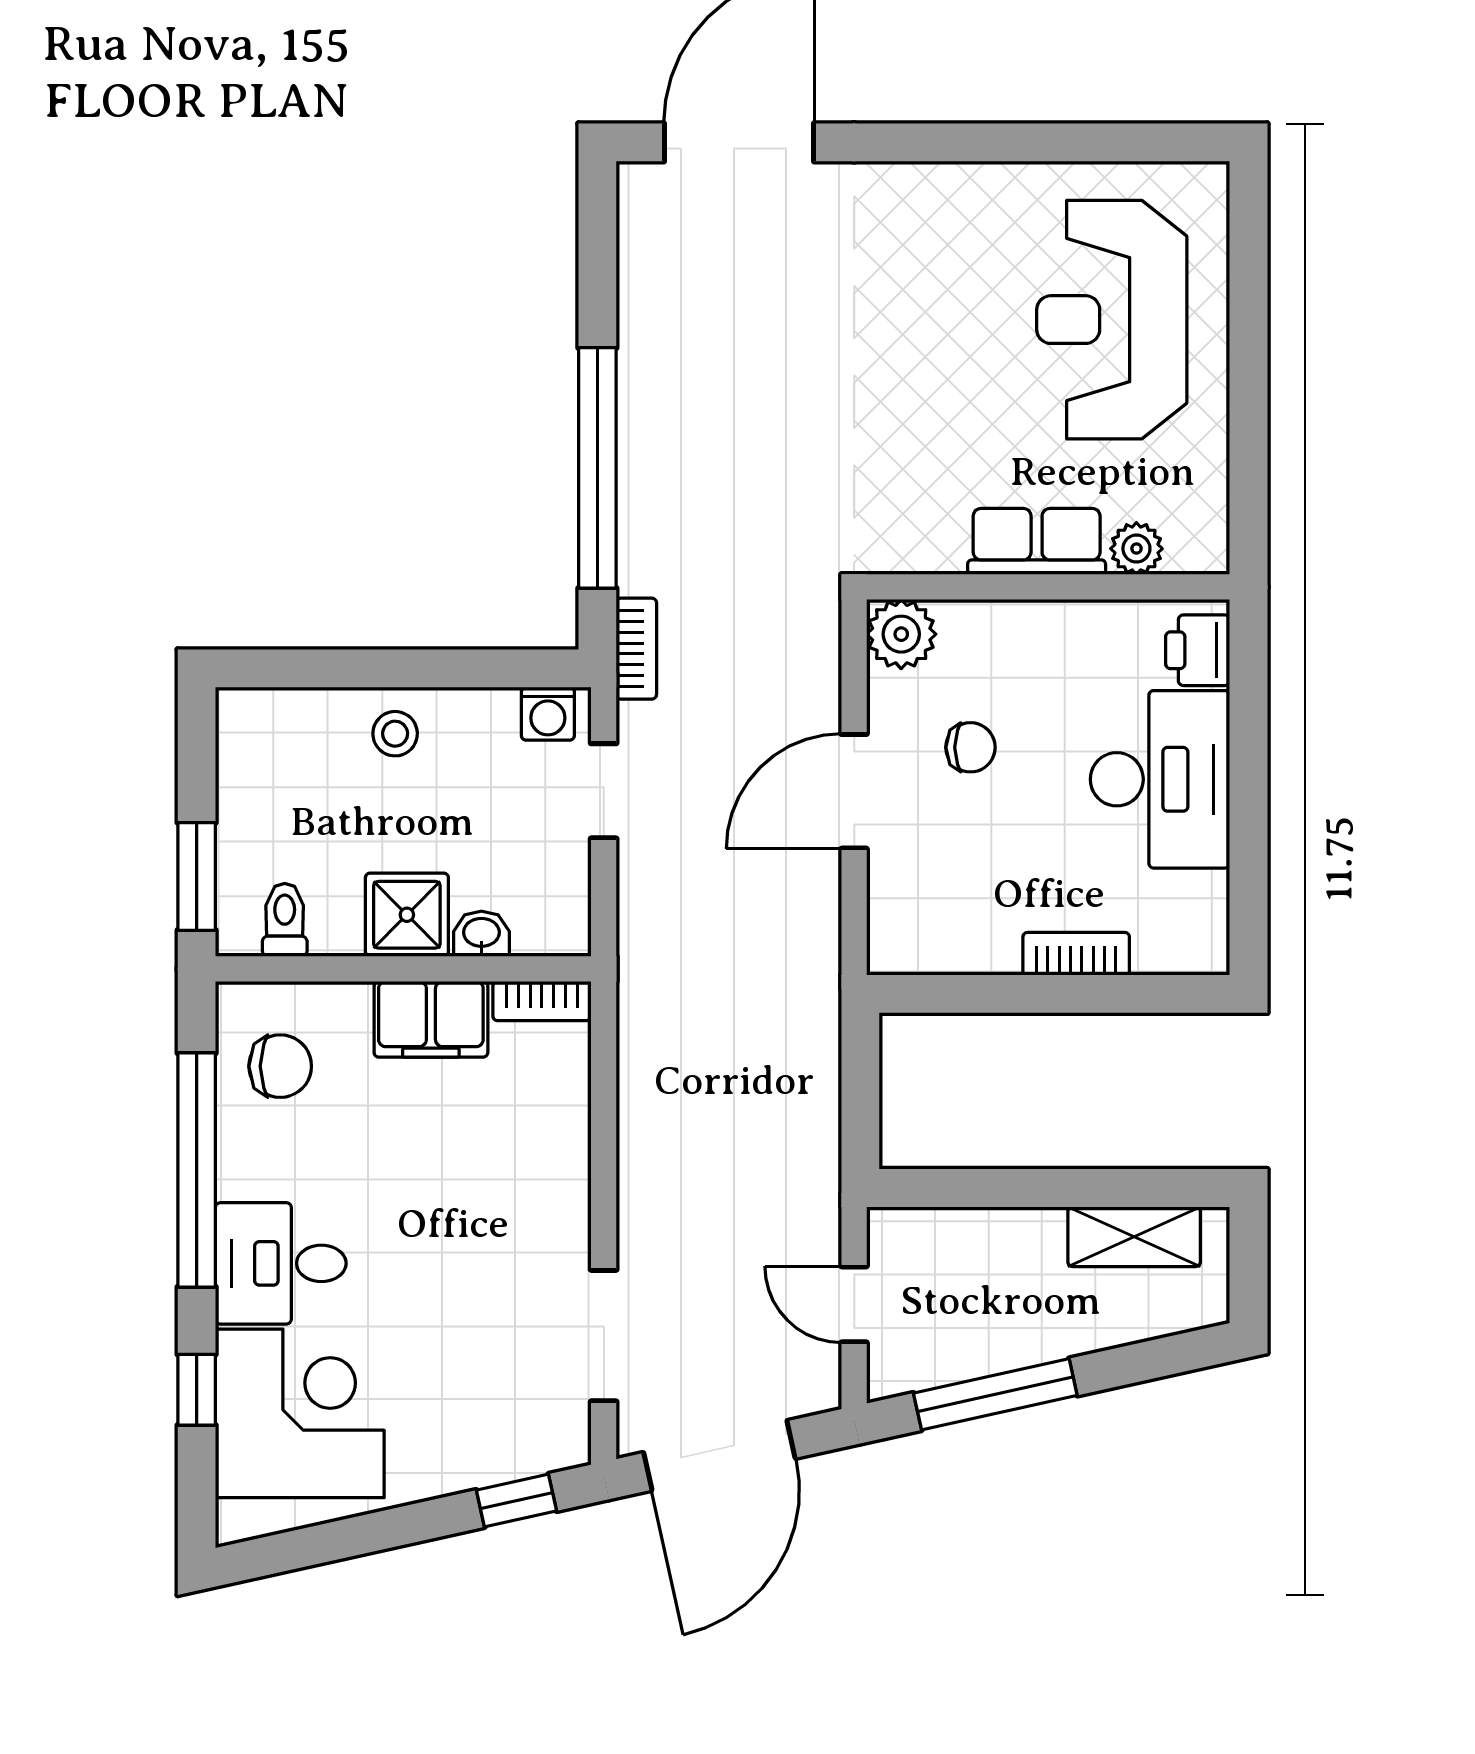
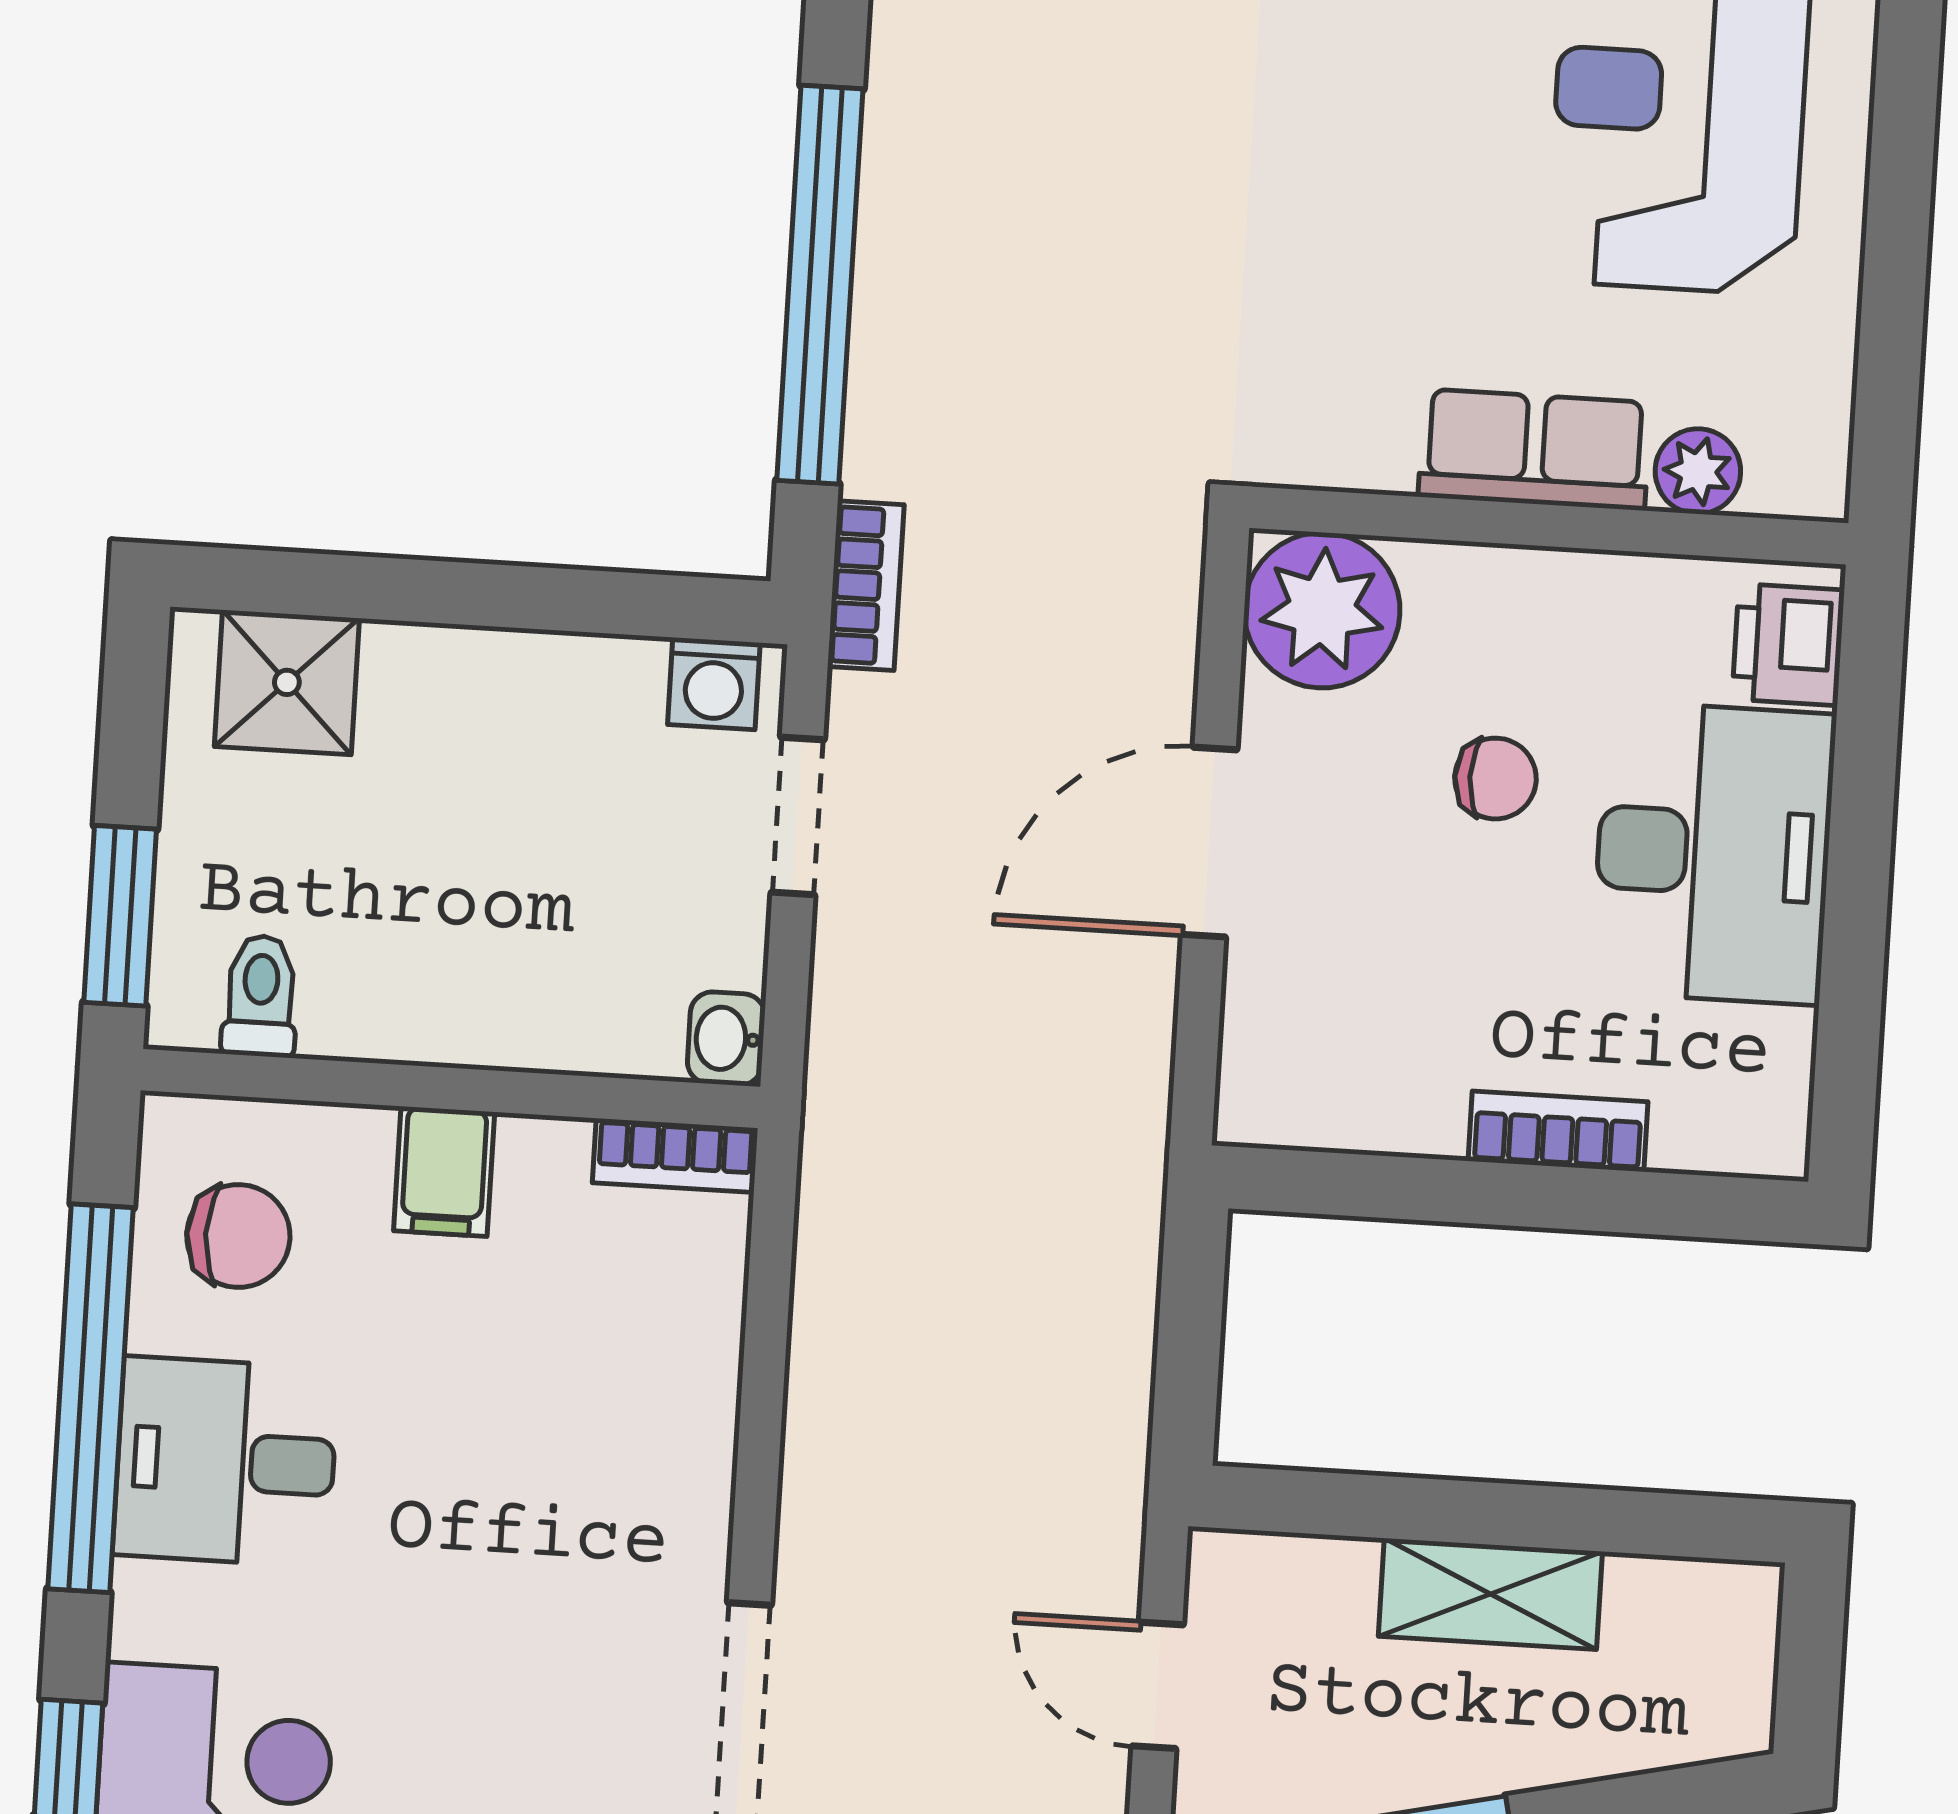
plant: (901, 634) -> (1322, 610), width x1.36, depth x1.36
stool: (395, 734) -> (461, 701), removed
chair: (971, 747) -> (1495, 779), moved
shower: (407, 915) -> (287, 682), moved
washbasin: (481, 934) -> (726, 1039), moved, turned -90
filing cabinet: (431, 1019) -> (444, 1171), width x0.50
shelving: (1134, 1237) -> (1490, 1594), moved
desk: (281, 1263) -> (226, 1462), moved

